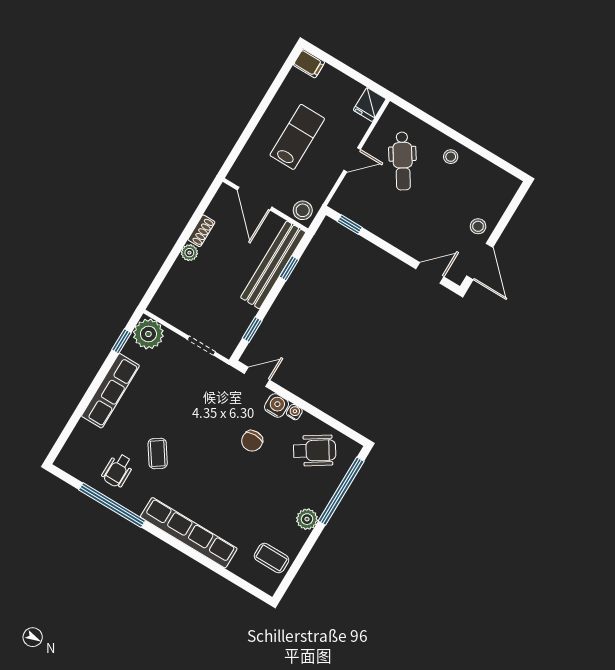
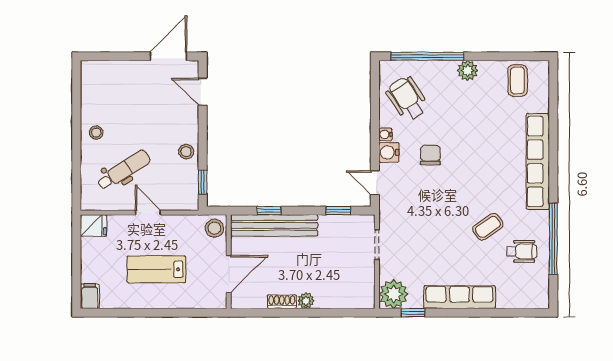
stool: (478, 226) -> (186, 152), moved
chair: (252, 441) -> (430, 155), turned -90

